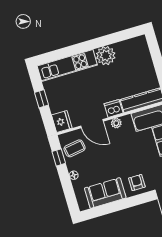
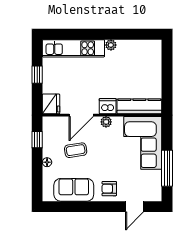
plant: (106, 56) -> (111, 45), width x0.53, depth x0.53
door: (92, 124) -> (81, 115), hinge flipped
coffee table: (75, 148) -> (76, 150), moved
armchair: (137, 182) -> (109, 189), turned -90

